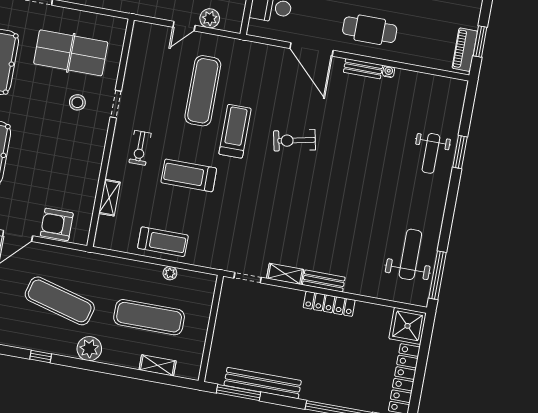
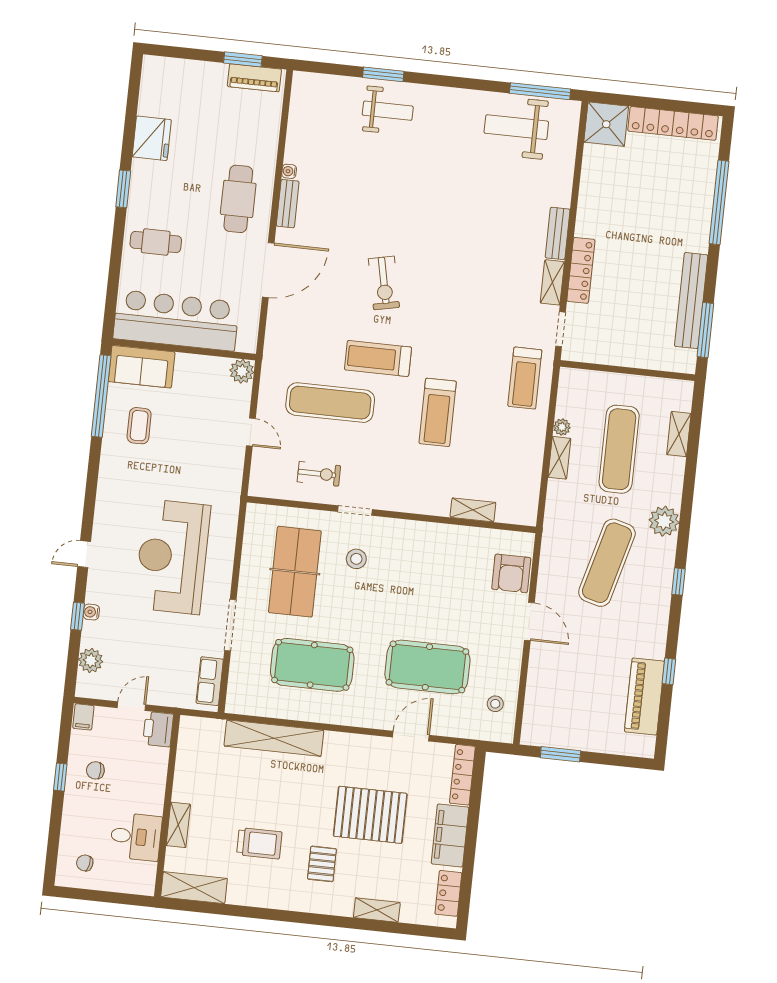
plant: (210, 18) -> (242, 371), moved
exercise bike: (140, 148) -> (319, 474), moved
treadmill: (163, 242) -> (525, 378), moved, turned 180
shelving: (146, 269) -> (559, 458), added
locker: (329, 304) -> (581, 270), moved

